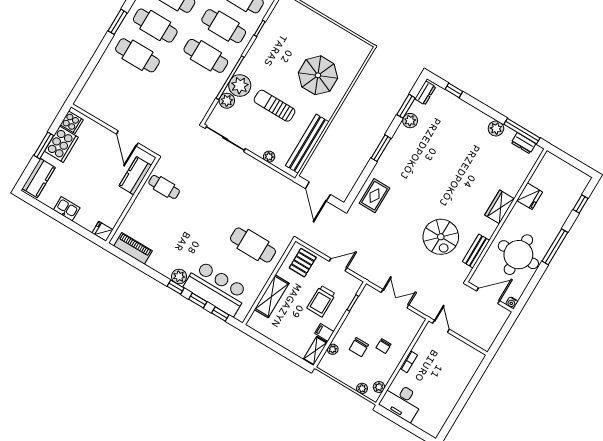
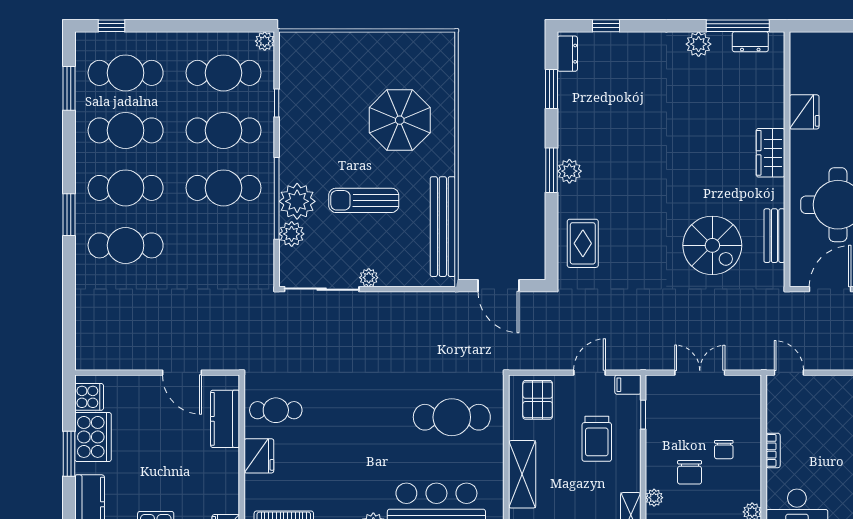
plant: (410, 121) -> (569, 171), moved
plant: (269, 157) -> (369, 278), moved
fridge: (141, 205) -> (259, 456), added
filing cabinet: (324, 332) -> (628, 385), moved

